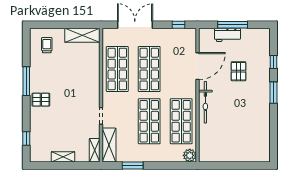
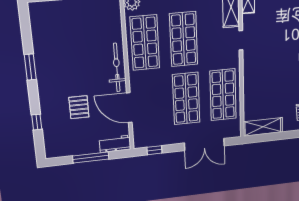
workbench: (227, 35) -> (115, 144), moved
door: (197, 66) -> (129, 108), hinge flipped
window: (273, 93) -> (30, 67), moved

